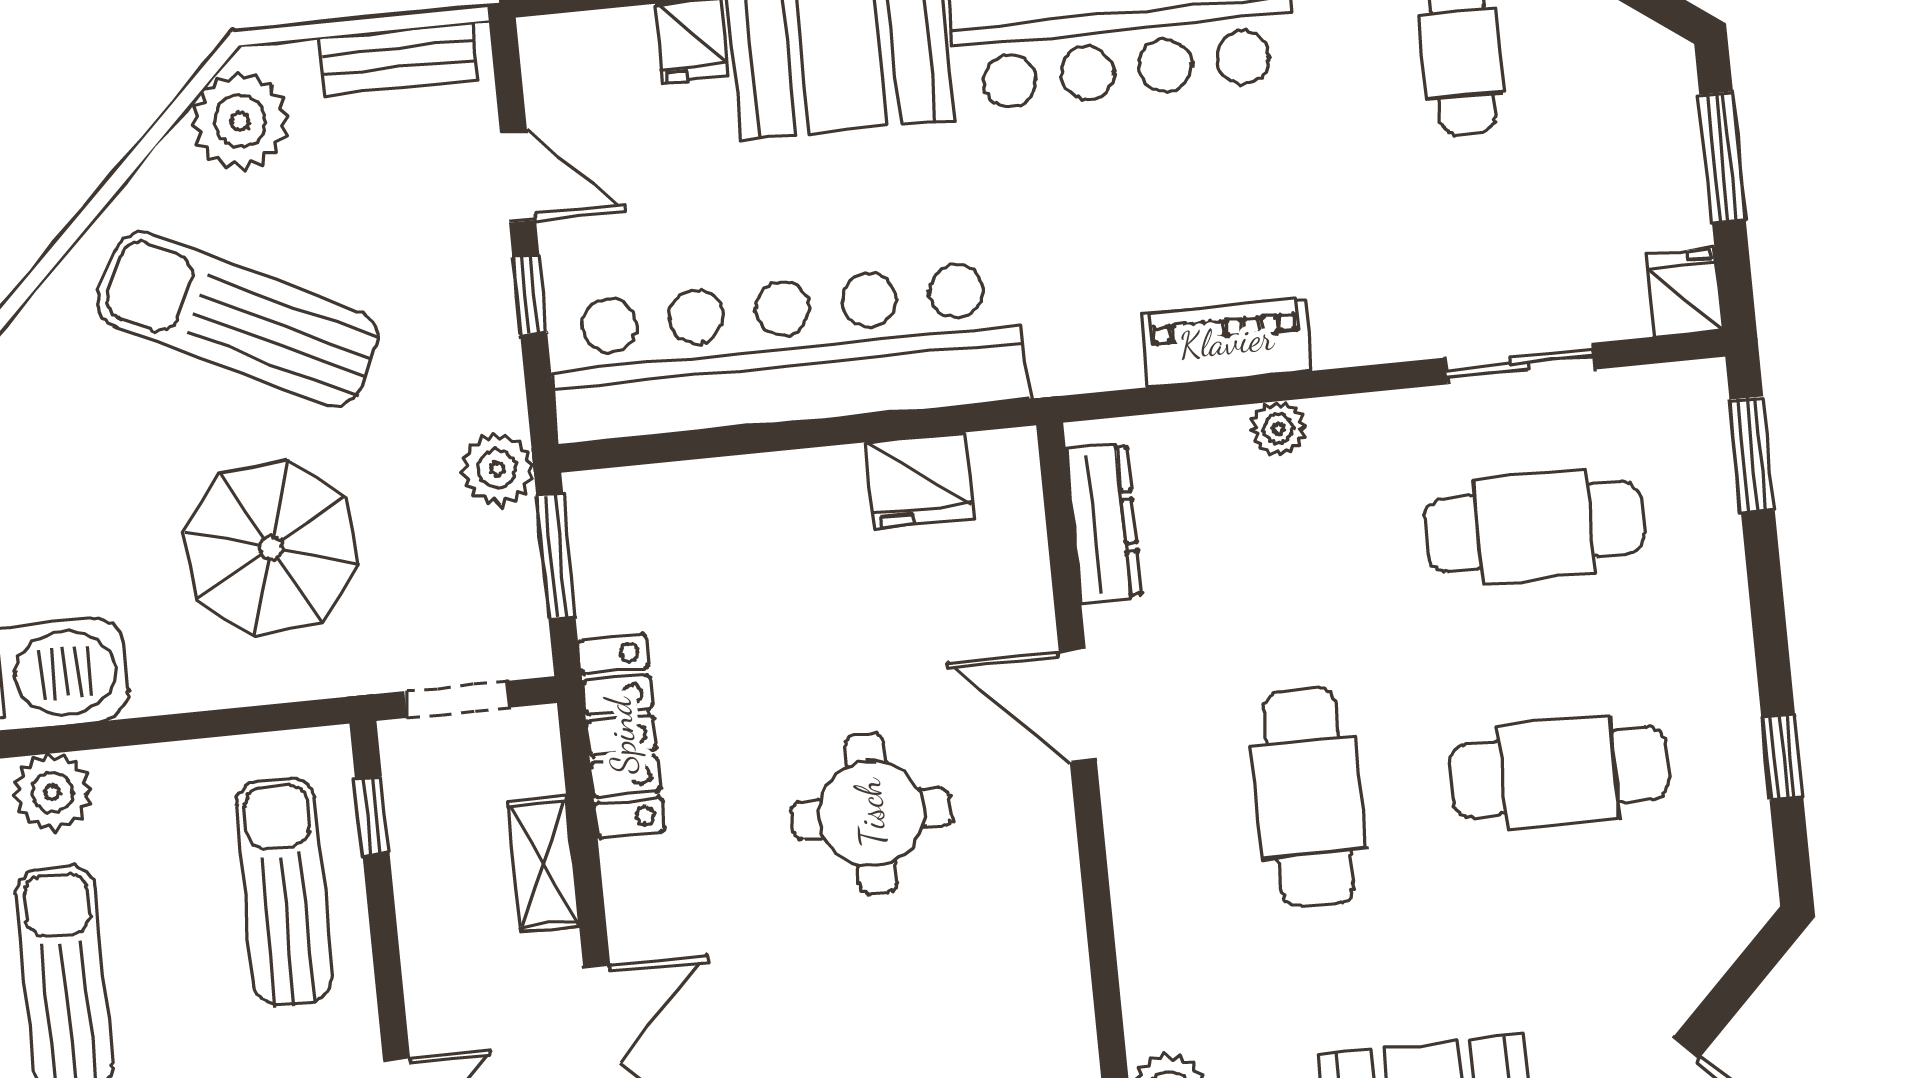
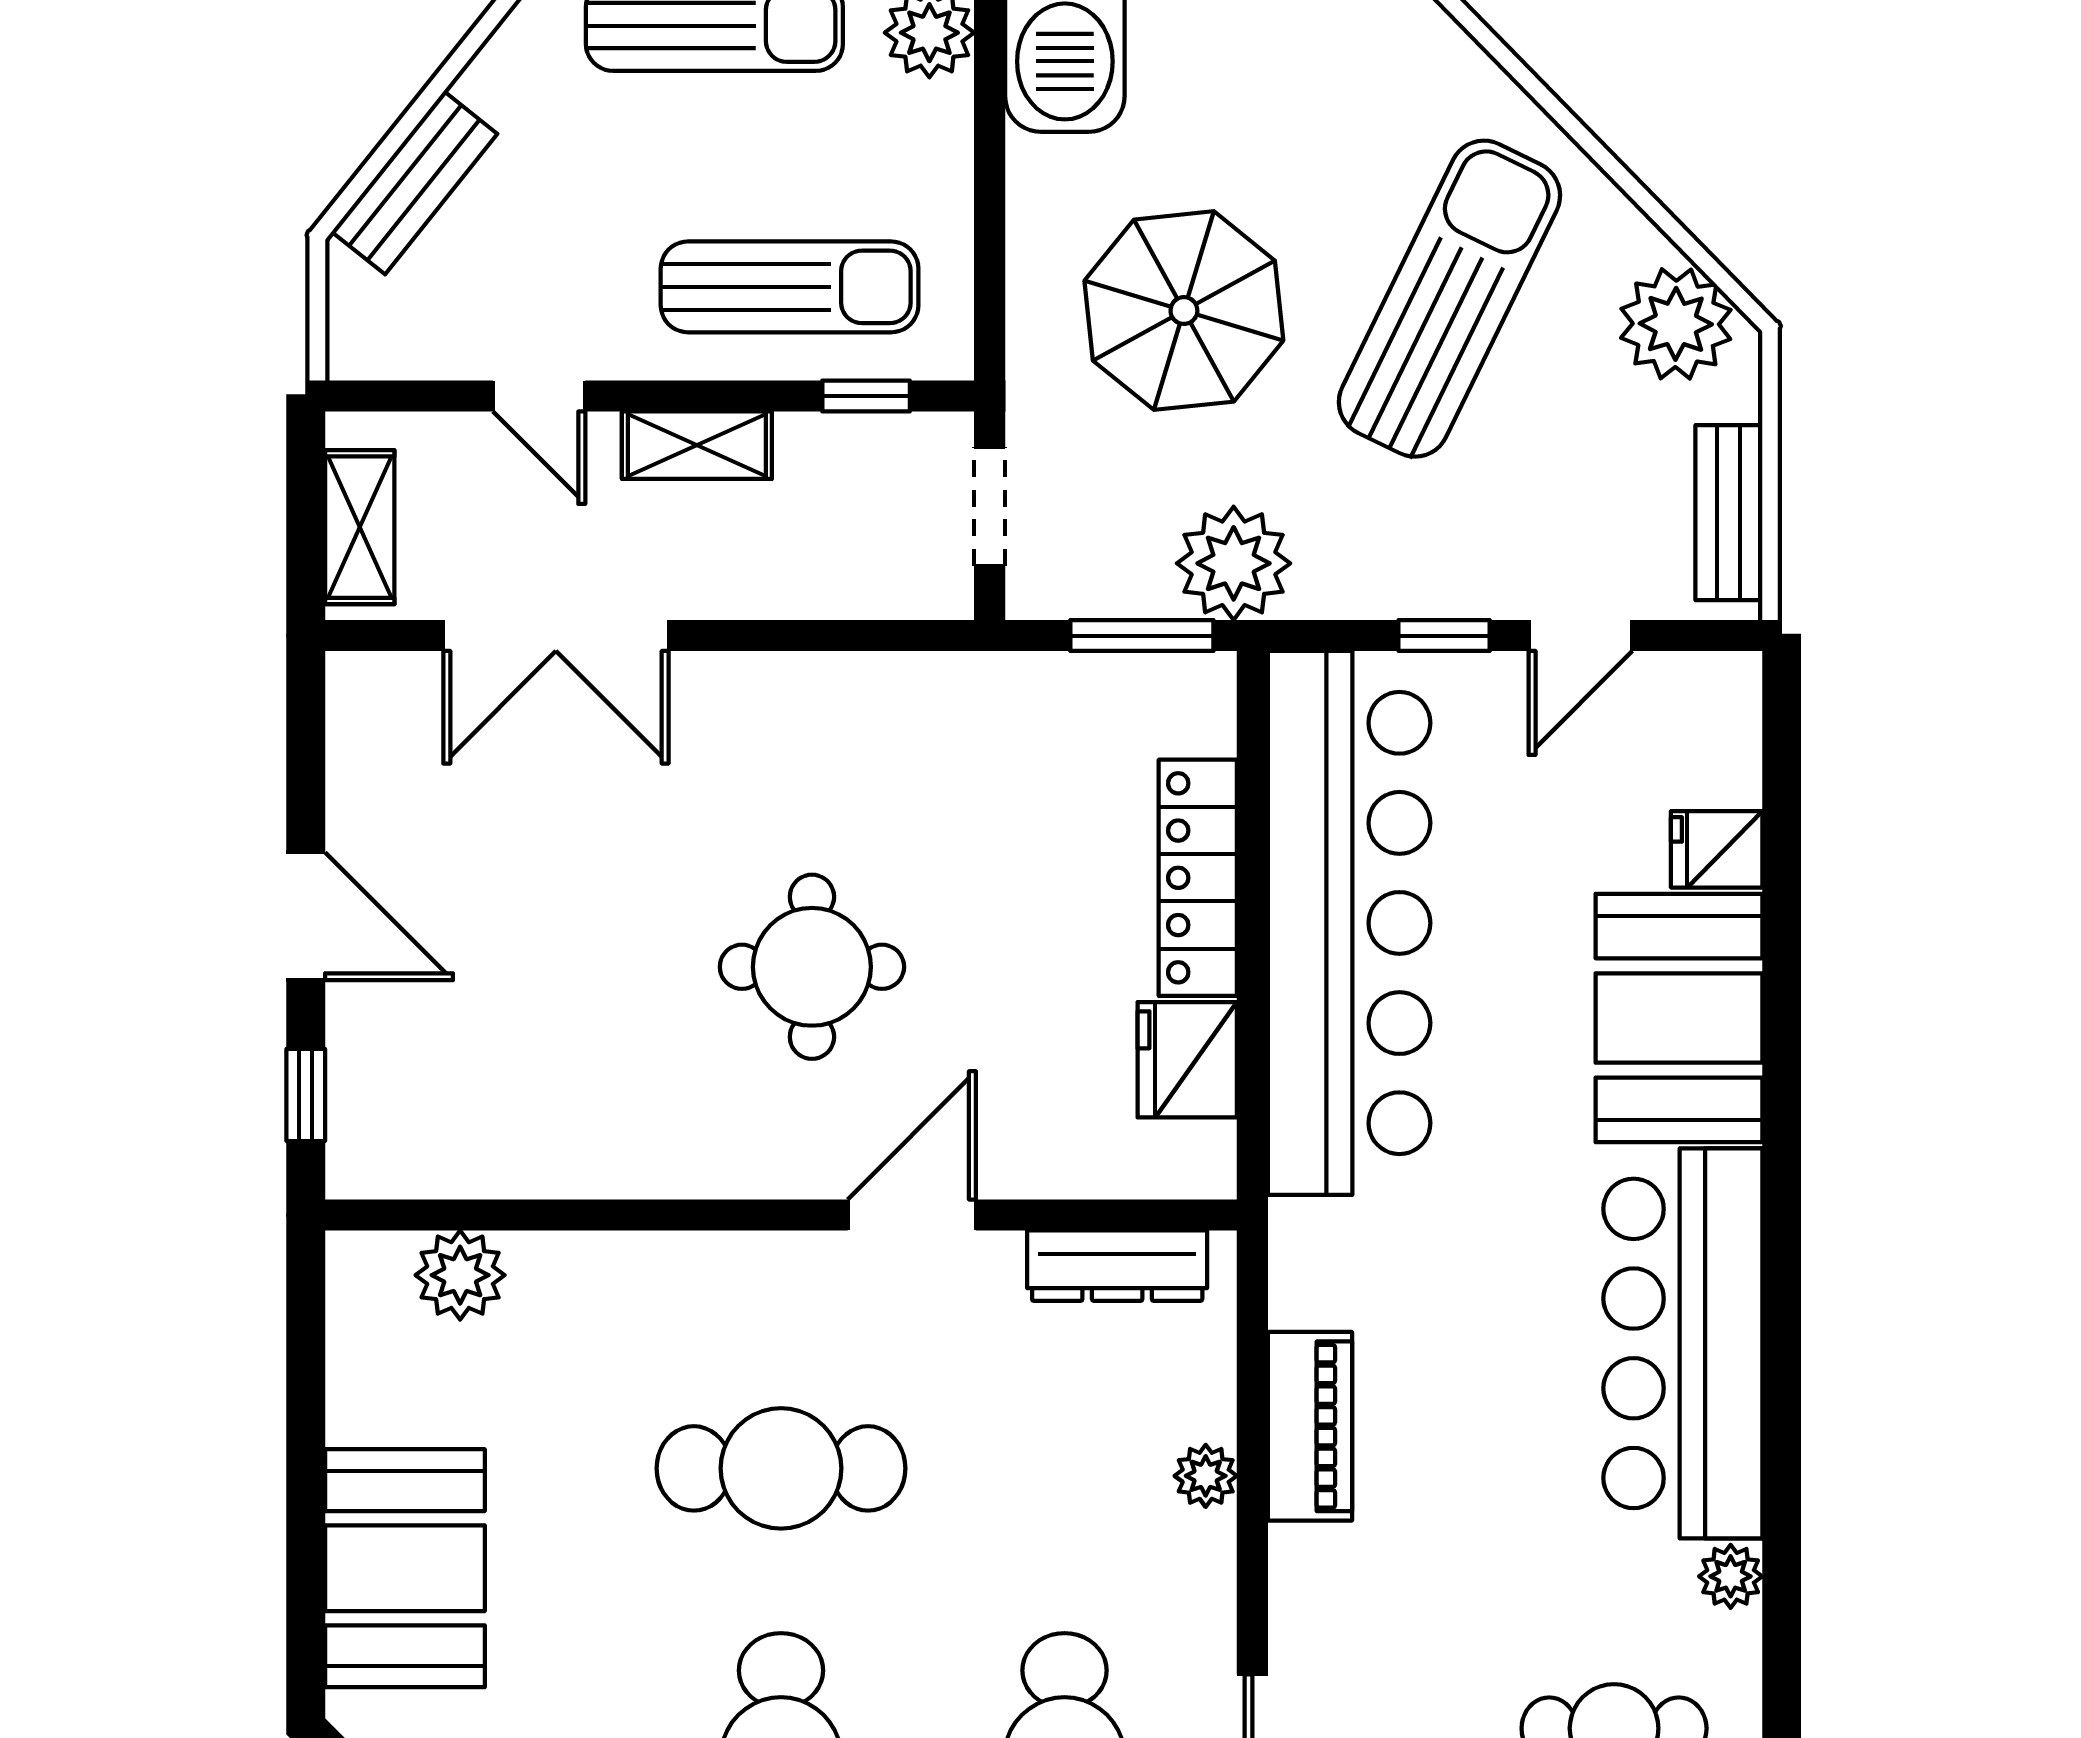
plant: (497, 469) -> (1234, 563), width x1.36, depth x1.36
locker: (622, 736) -> (1198, 878), moved, turned 90
shelving: (544, 864) -> (697, 445), moved

